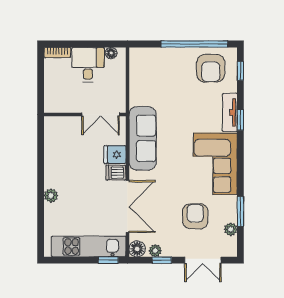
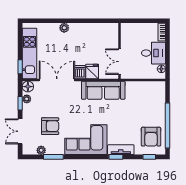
armchair: (211, 68) -> (151, 137), turned -90
double door: (127, 206) -> (57, 80), swing flipped

